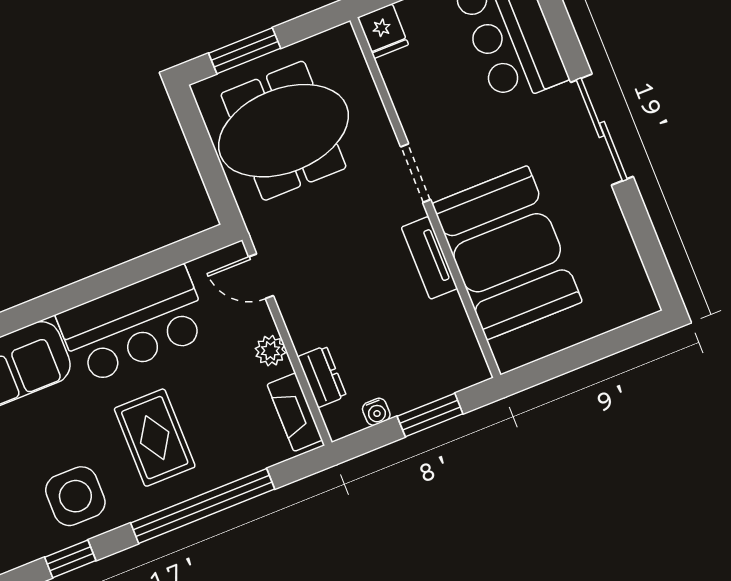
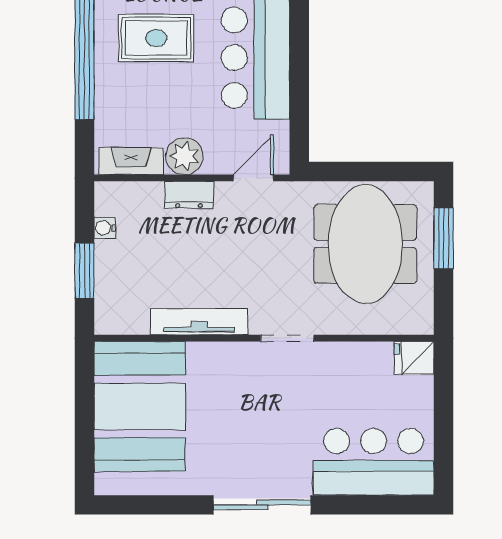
booth: (507, 253) -> (140, 406), moved, turned 90
tv unit: (429, 258) -> (199, 322), width x1.41
plant: (270, 351) -> (184, 156), width x1.38, depth x1.38
dresser: (322, 377) -> (189, 195), moved

